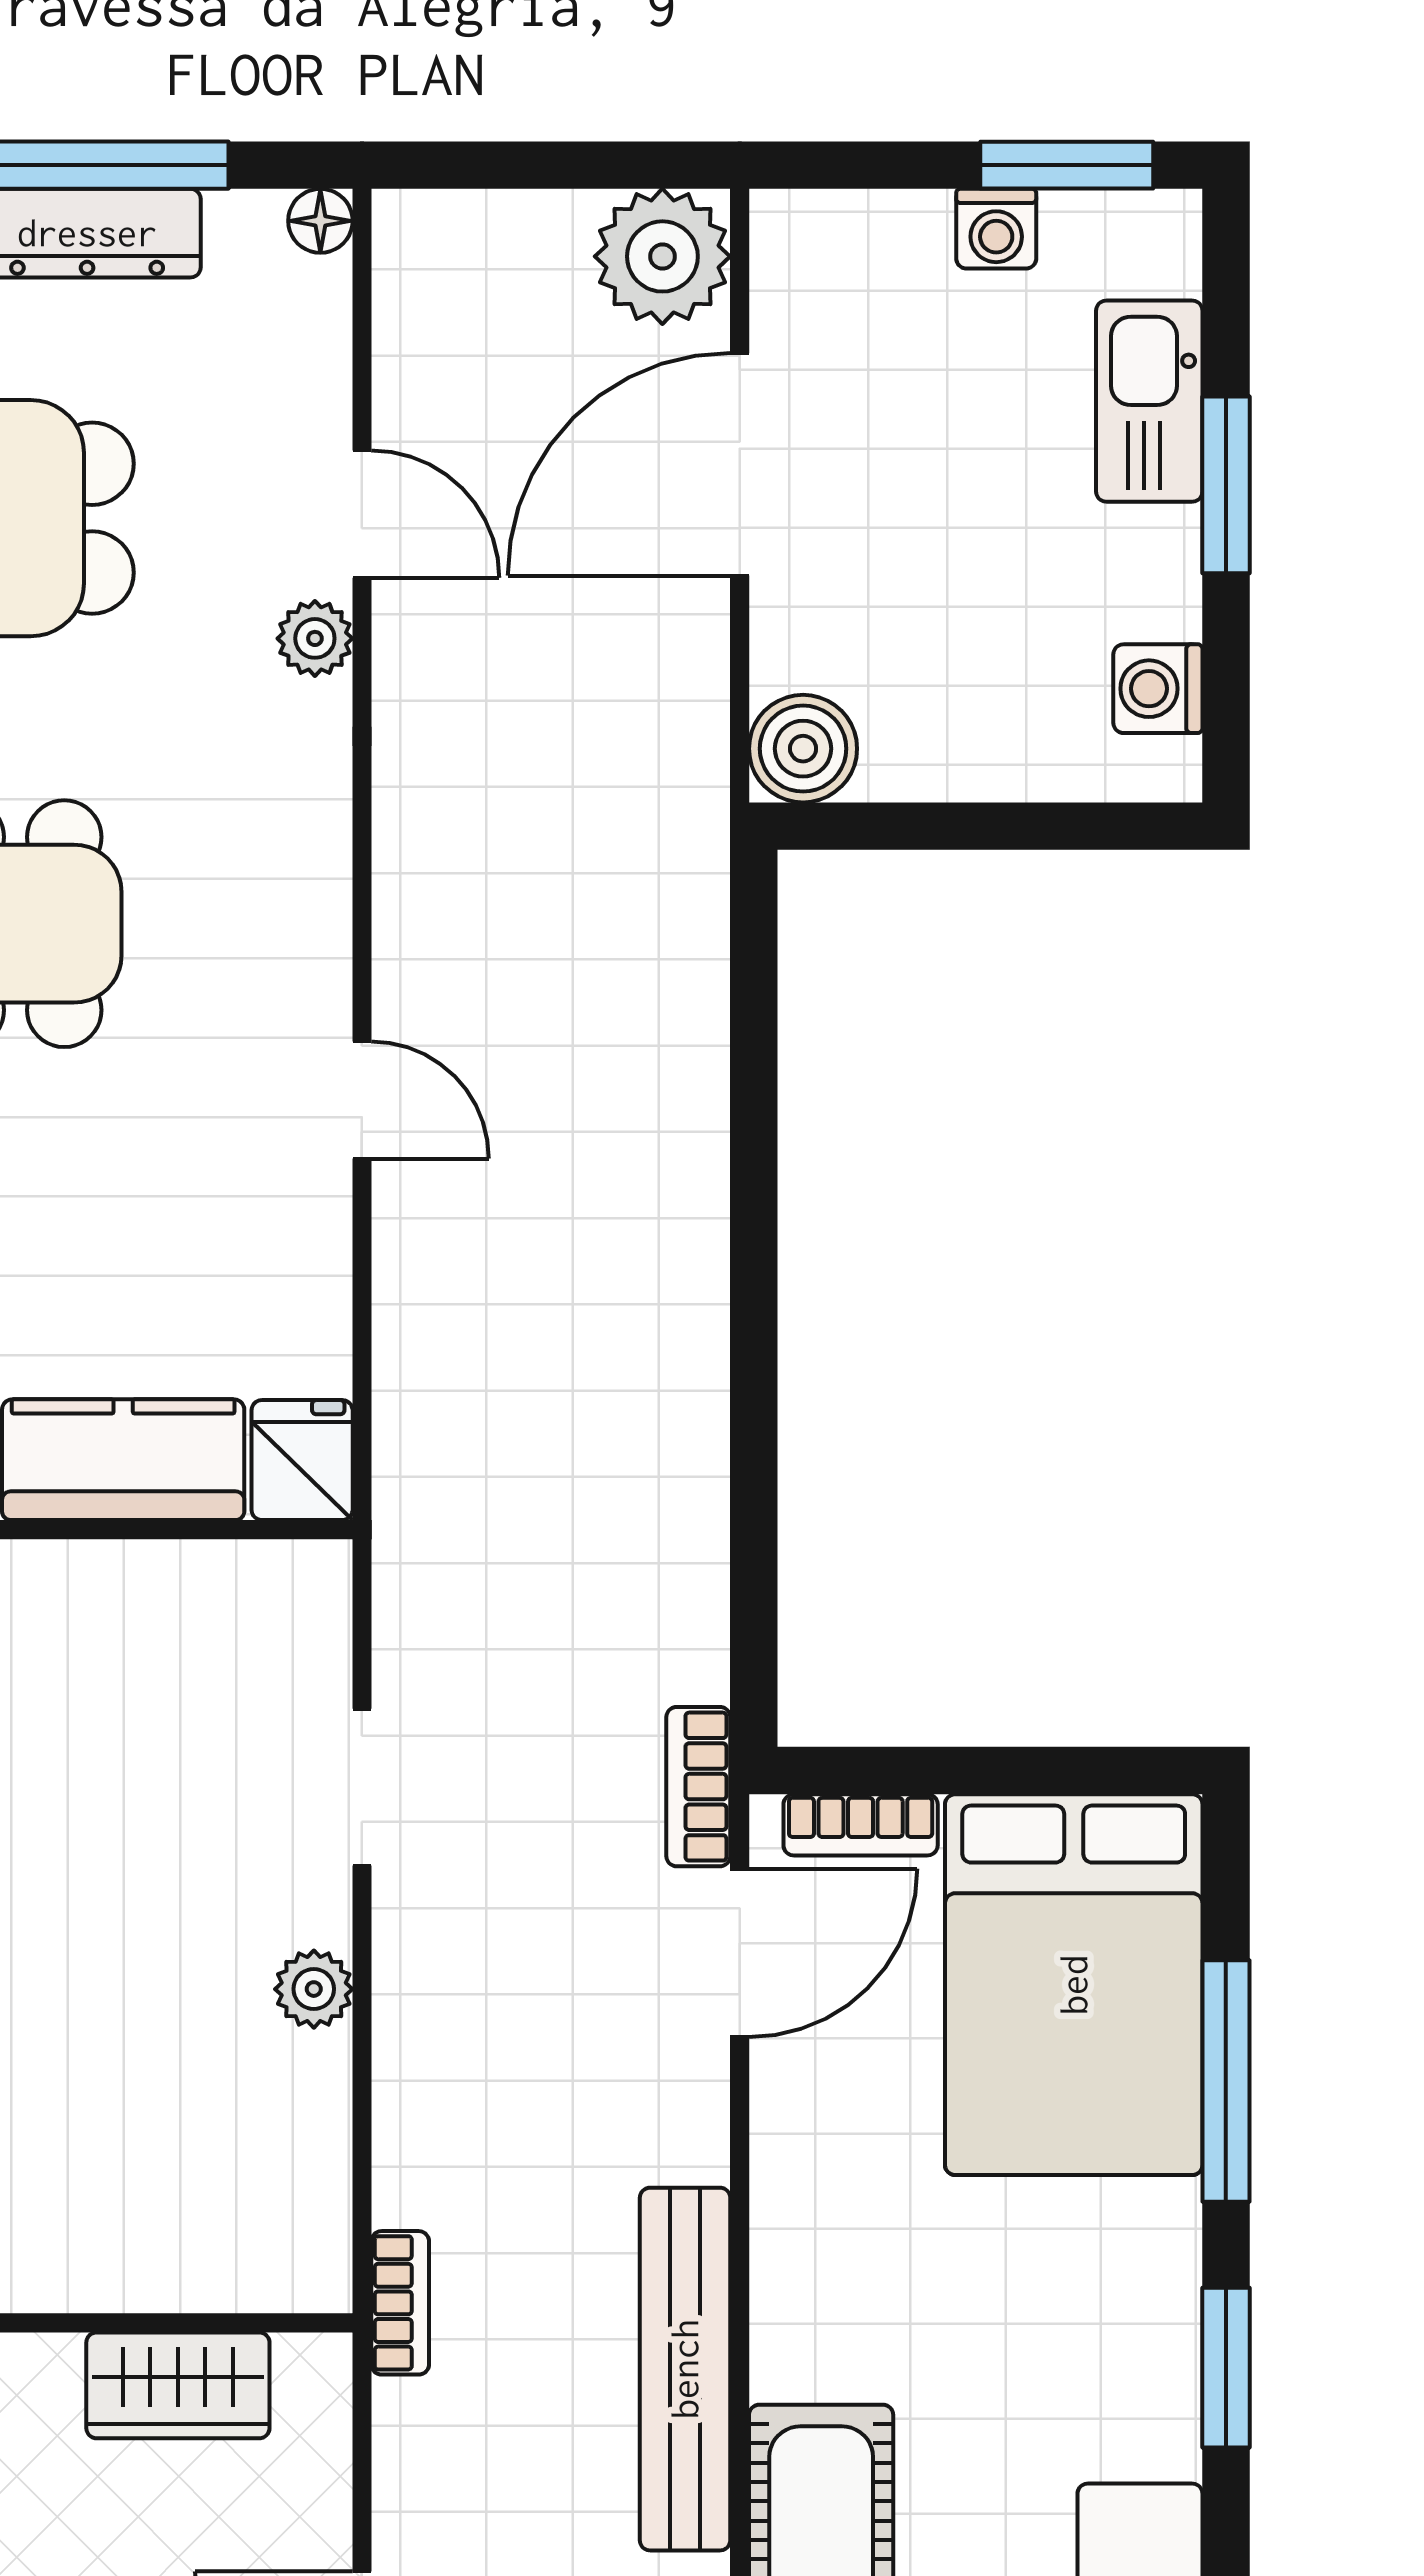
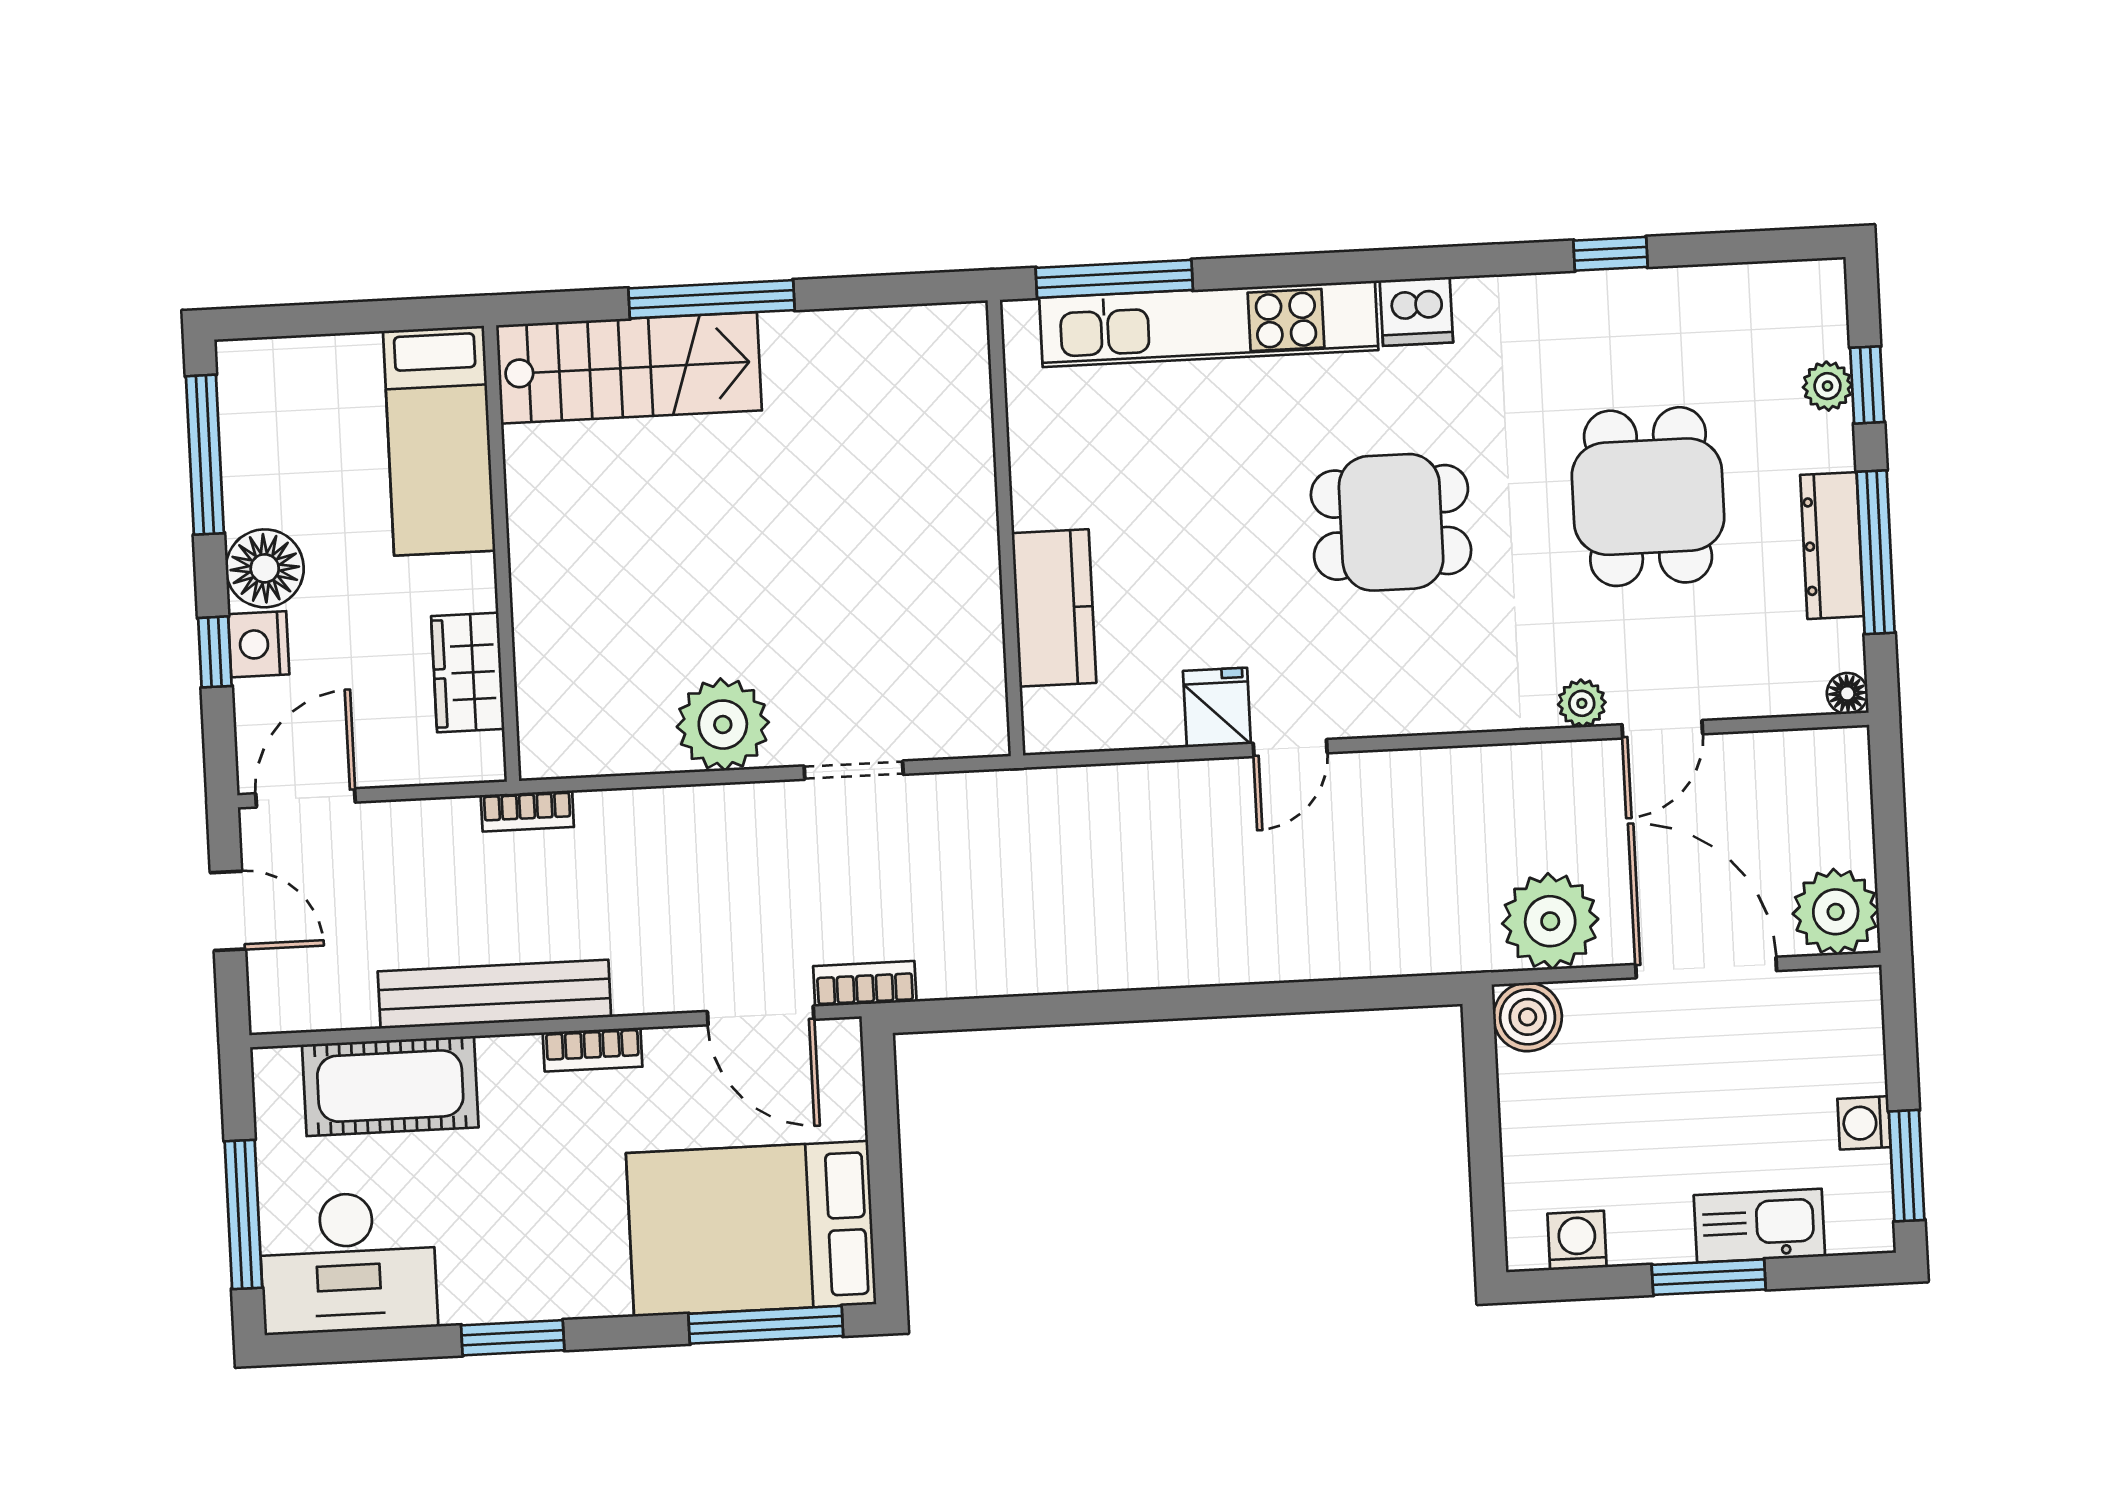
plant: (655, 705) -> (1550, 921), added
fridge: (302, 1460) -> (1217, 707), moved, turned -90
bookcase: (861, 1825) -> (593, 1050), moved, turned -90
plant: (314, 1989) -> (723, 725), width x1.88, depth x1.88
window: (1226, 2081) -> (766, 1325), moved

